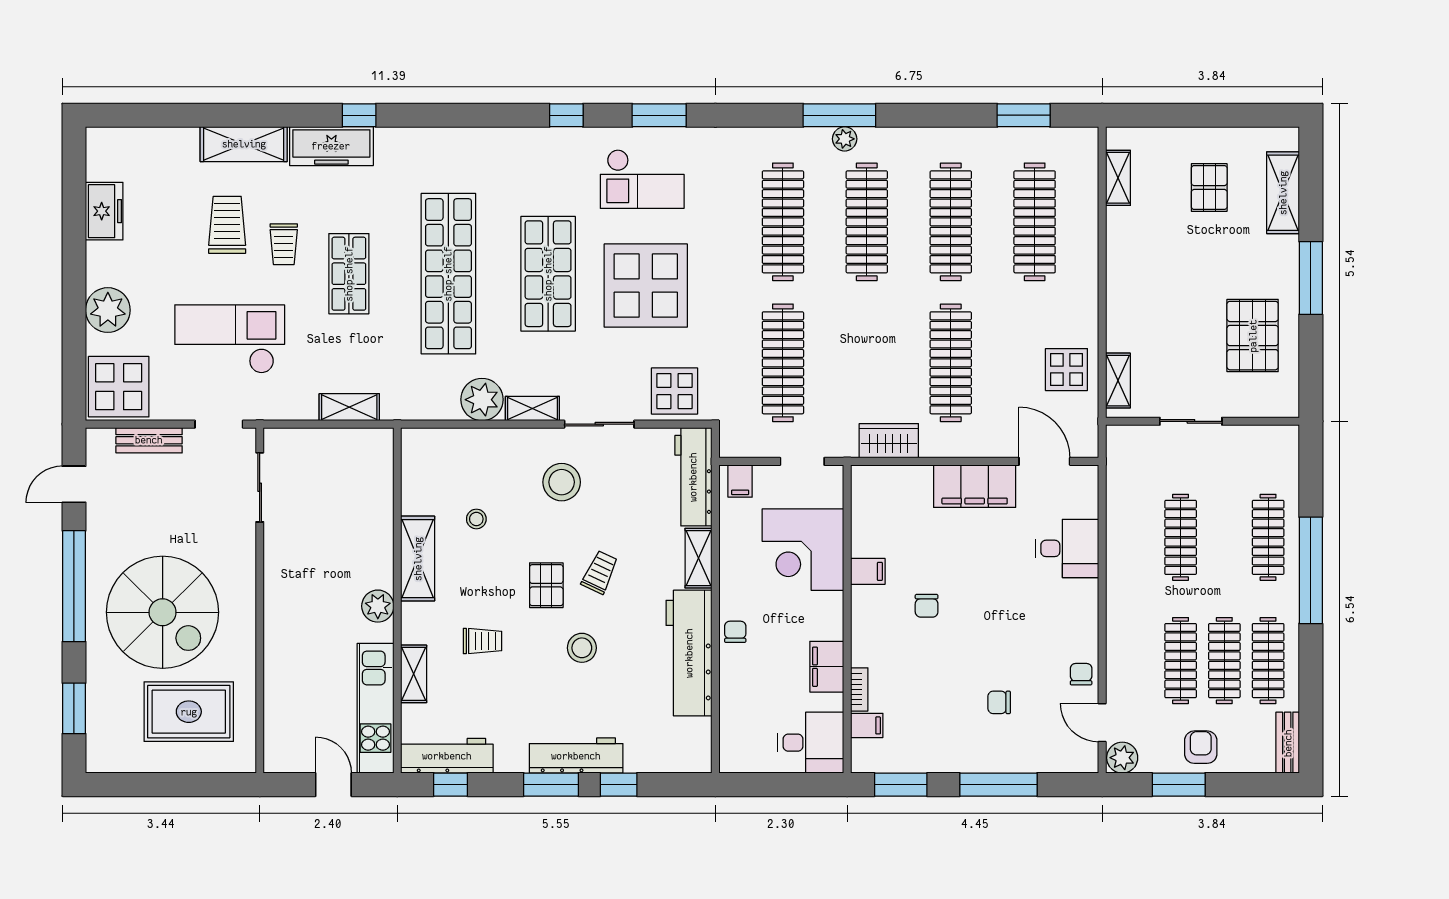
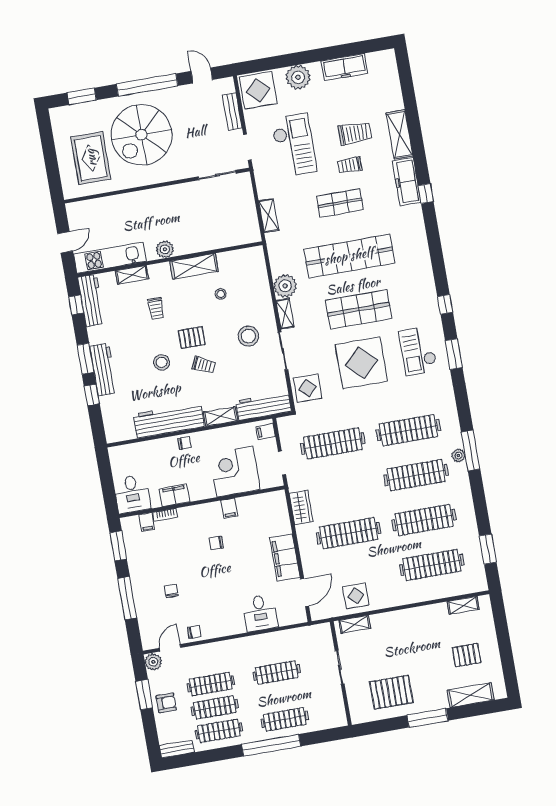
freezer: (104, 211) -> (344, 67), width x1.40

